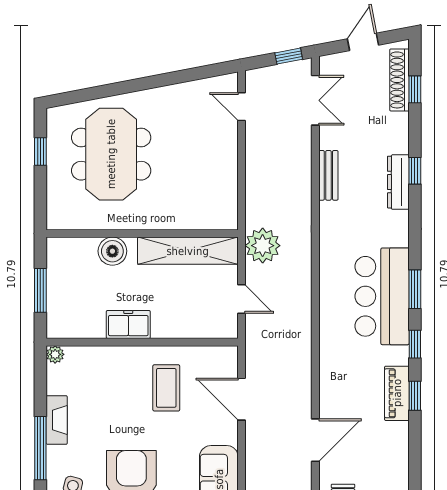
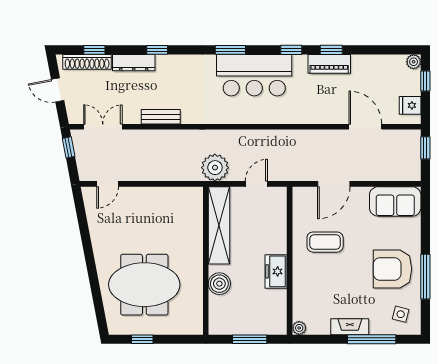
dresser: (398, 182) -> (134, 63), moved
window: (415, 289) -> (230, 50), moved

